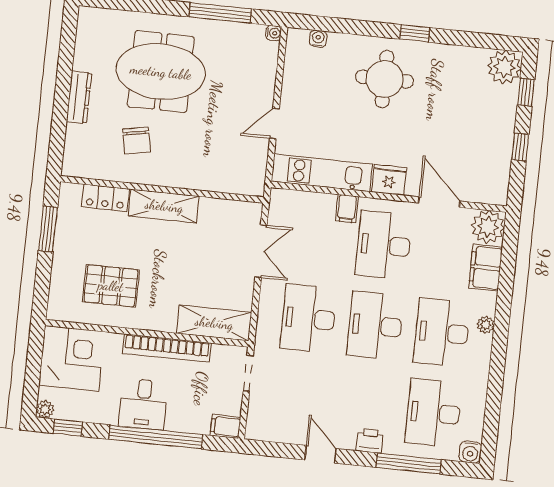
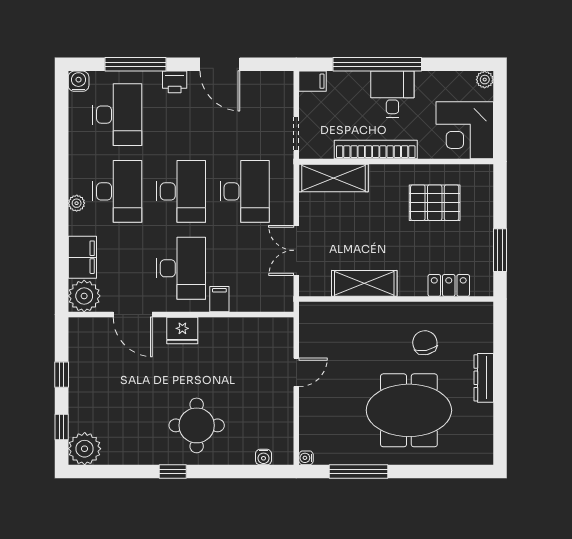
kitchen unit: (322, 173) -> (247, 330), removed
shelving: (164, 206) -> (364, 283), moved
window: (68, 428) -> (461, 64), removed
door: (321, 454) -> (220, 64), width x1.38

